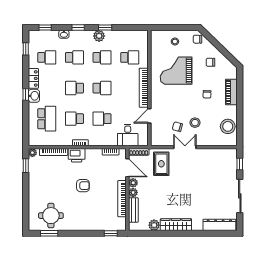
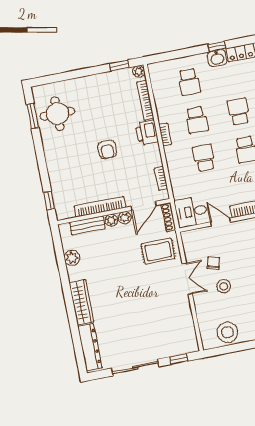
school desk: (47, 119) -> (189, 82), width x0.54
school desk: (74, 119) -> (197, 120), turned 180
desk: (128, 135) -> (191, 212), moved
wardrobe: (176, 225) -> (81, 302), moved

